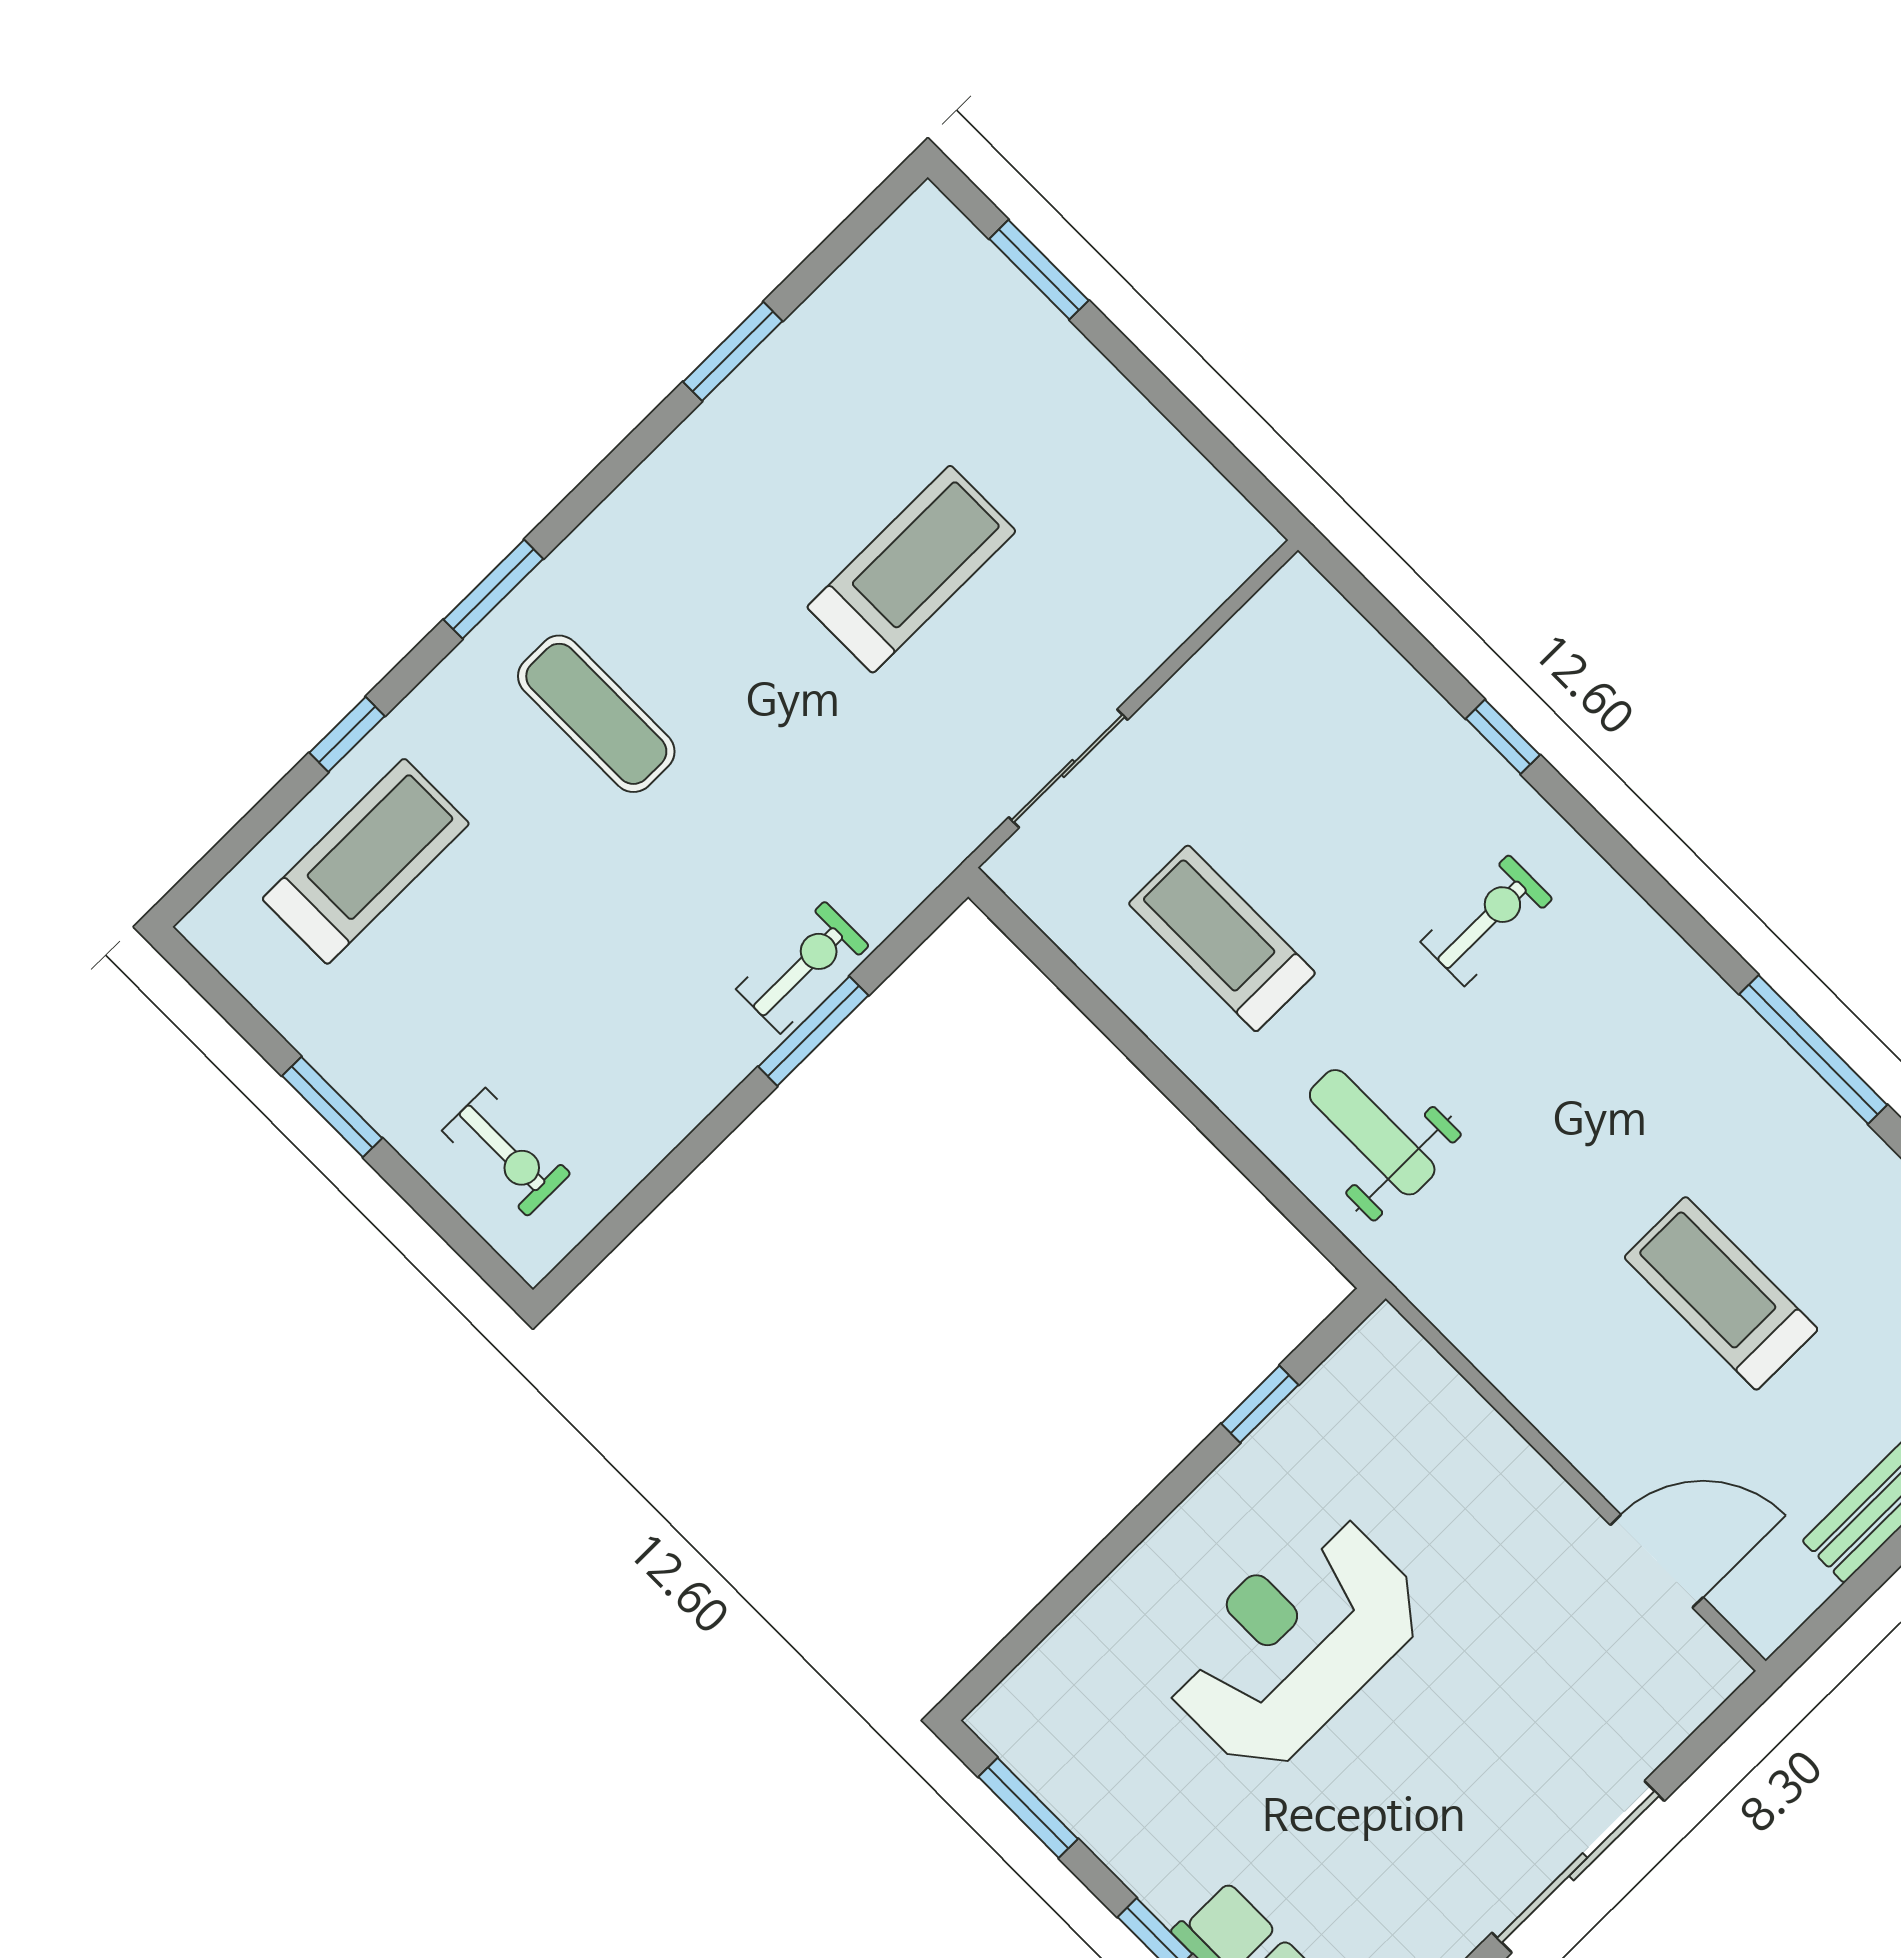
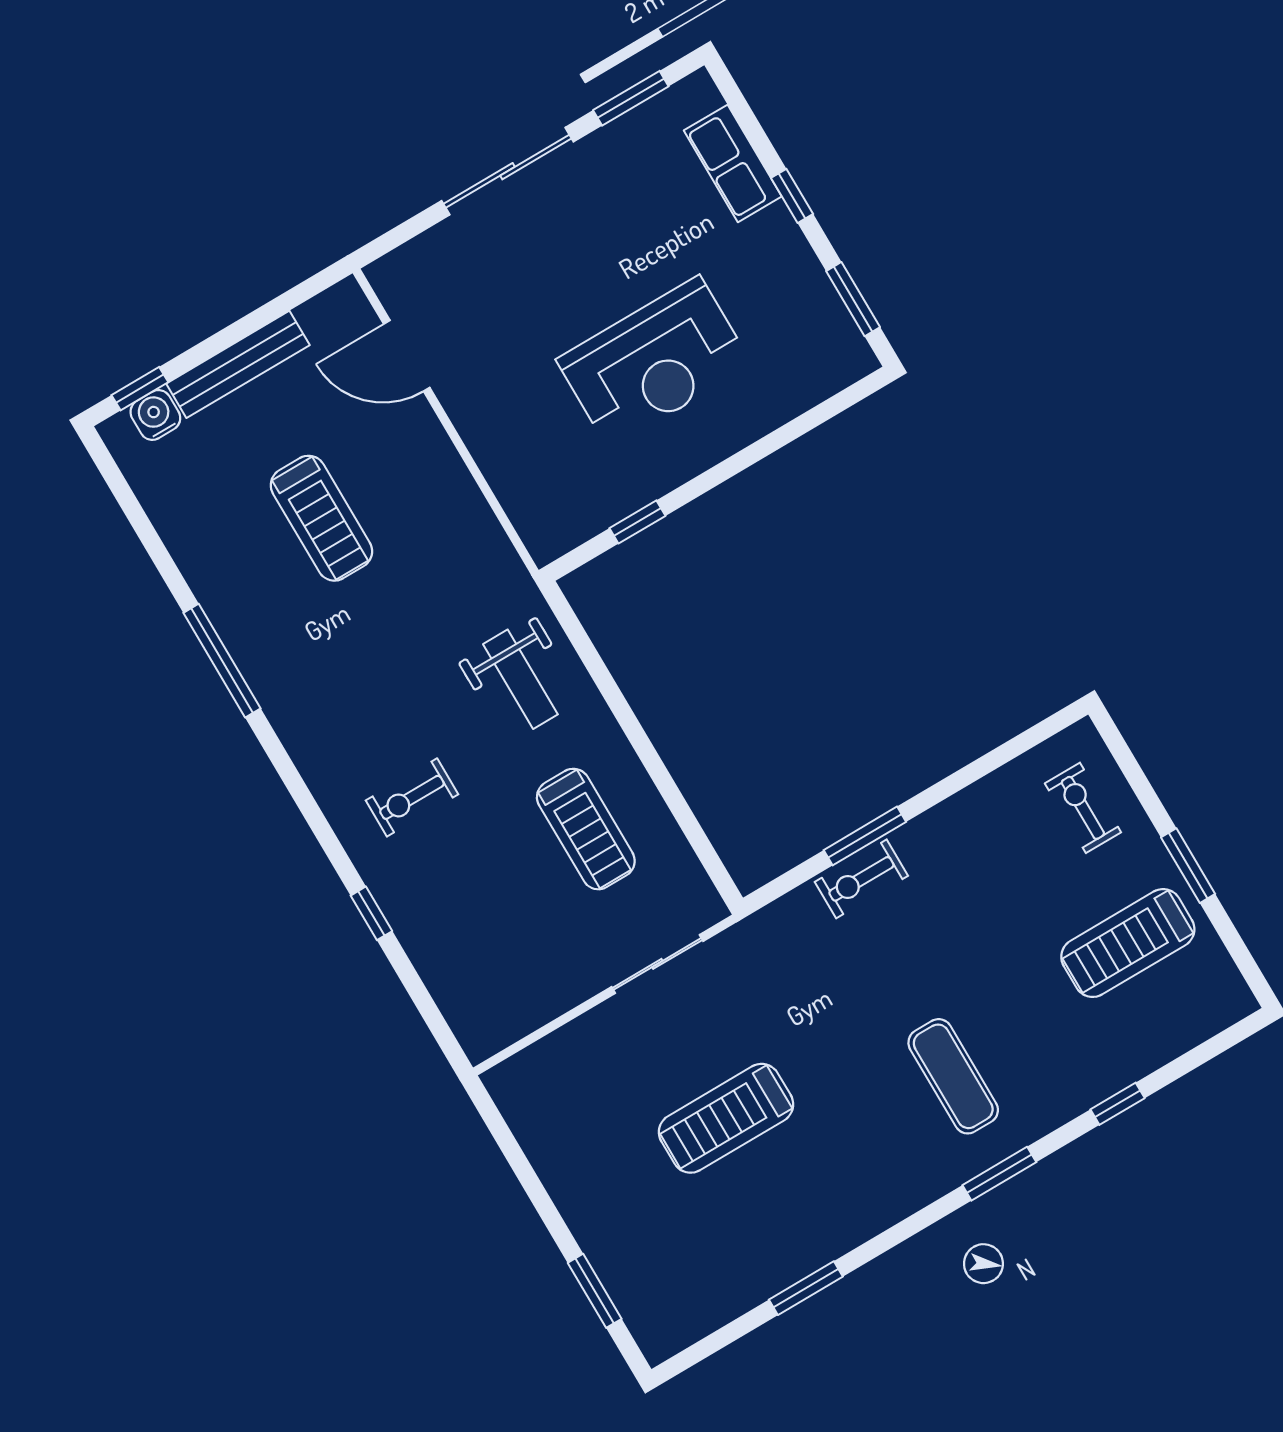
treadmill: (366, 861) -> (1128, 943), moved

